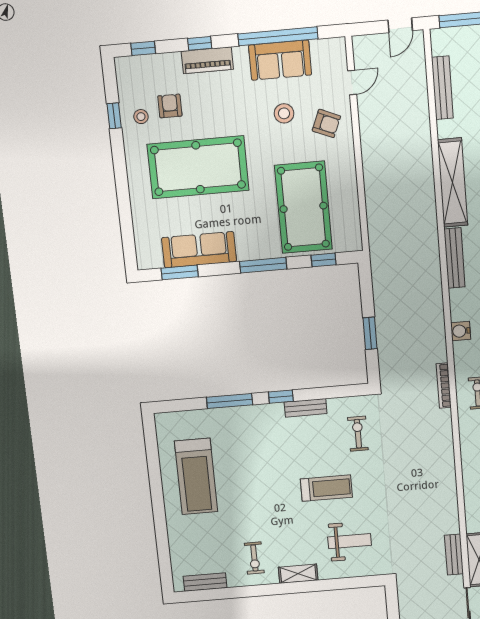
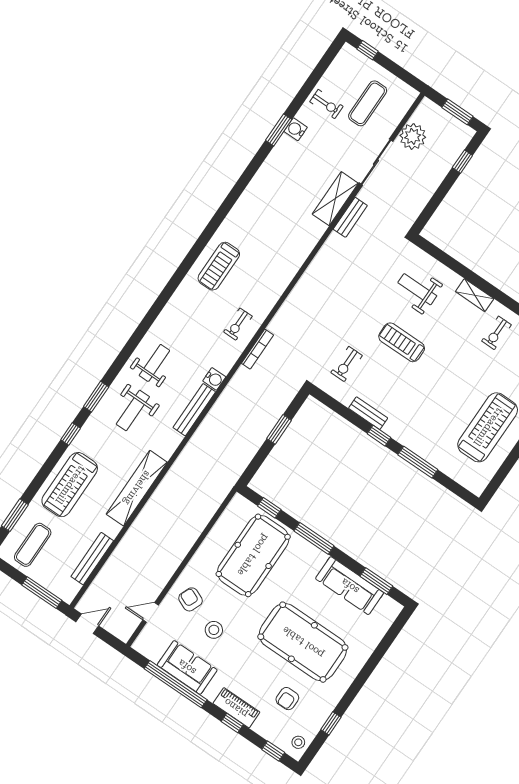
stool: (141, 117) -> (298, 742), moved
bench: (454, 258) -> (194, 410), moved
exercise bike: (254, 558) -> (496, 333), turned 180

